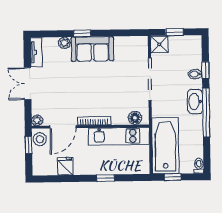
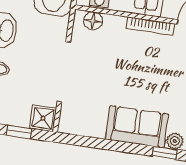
window: (82, 33) -> (165, 153), moved

